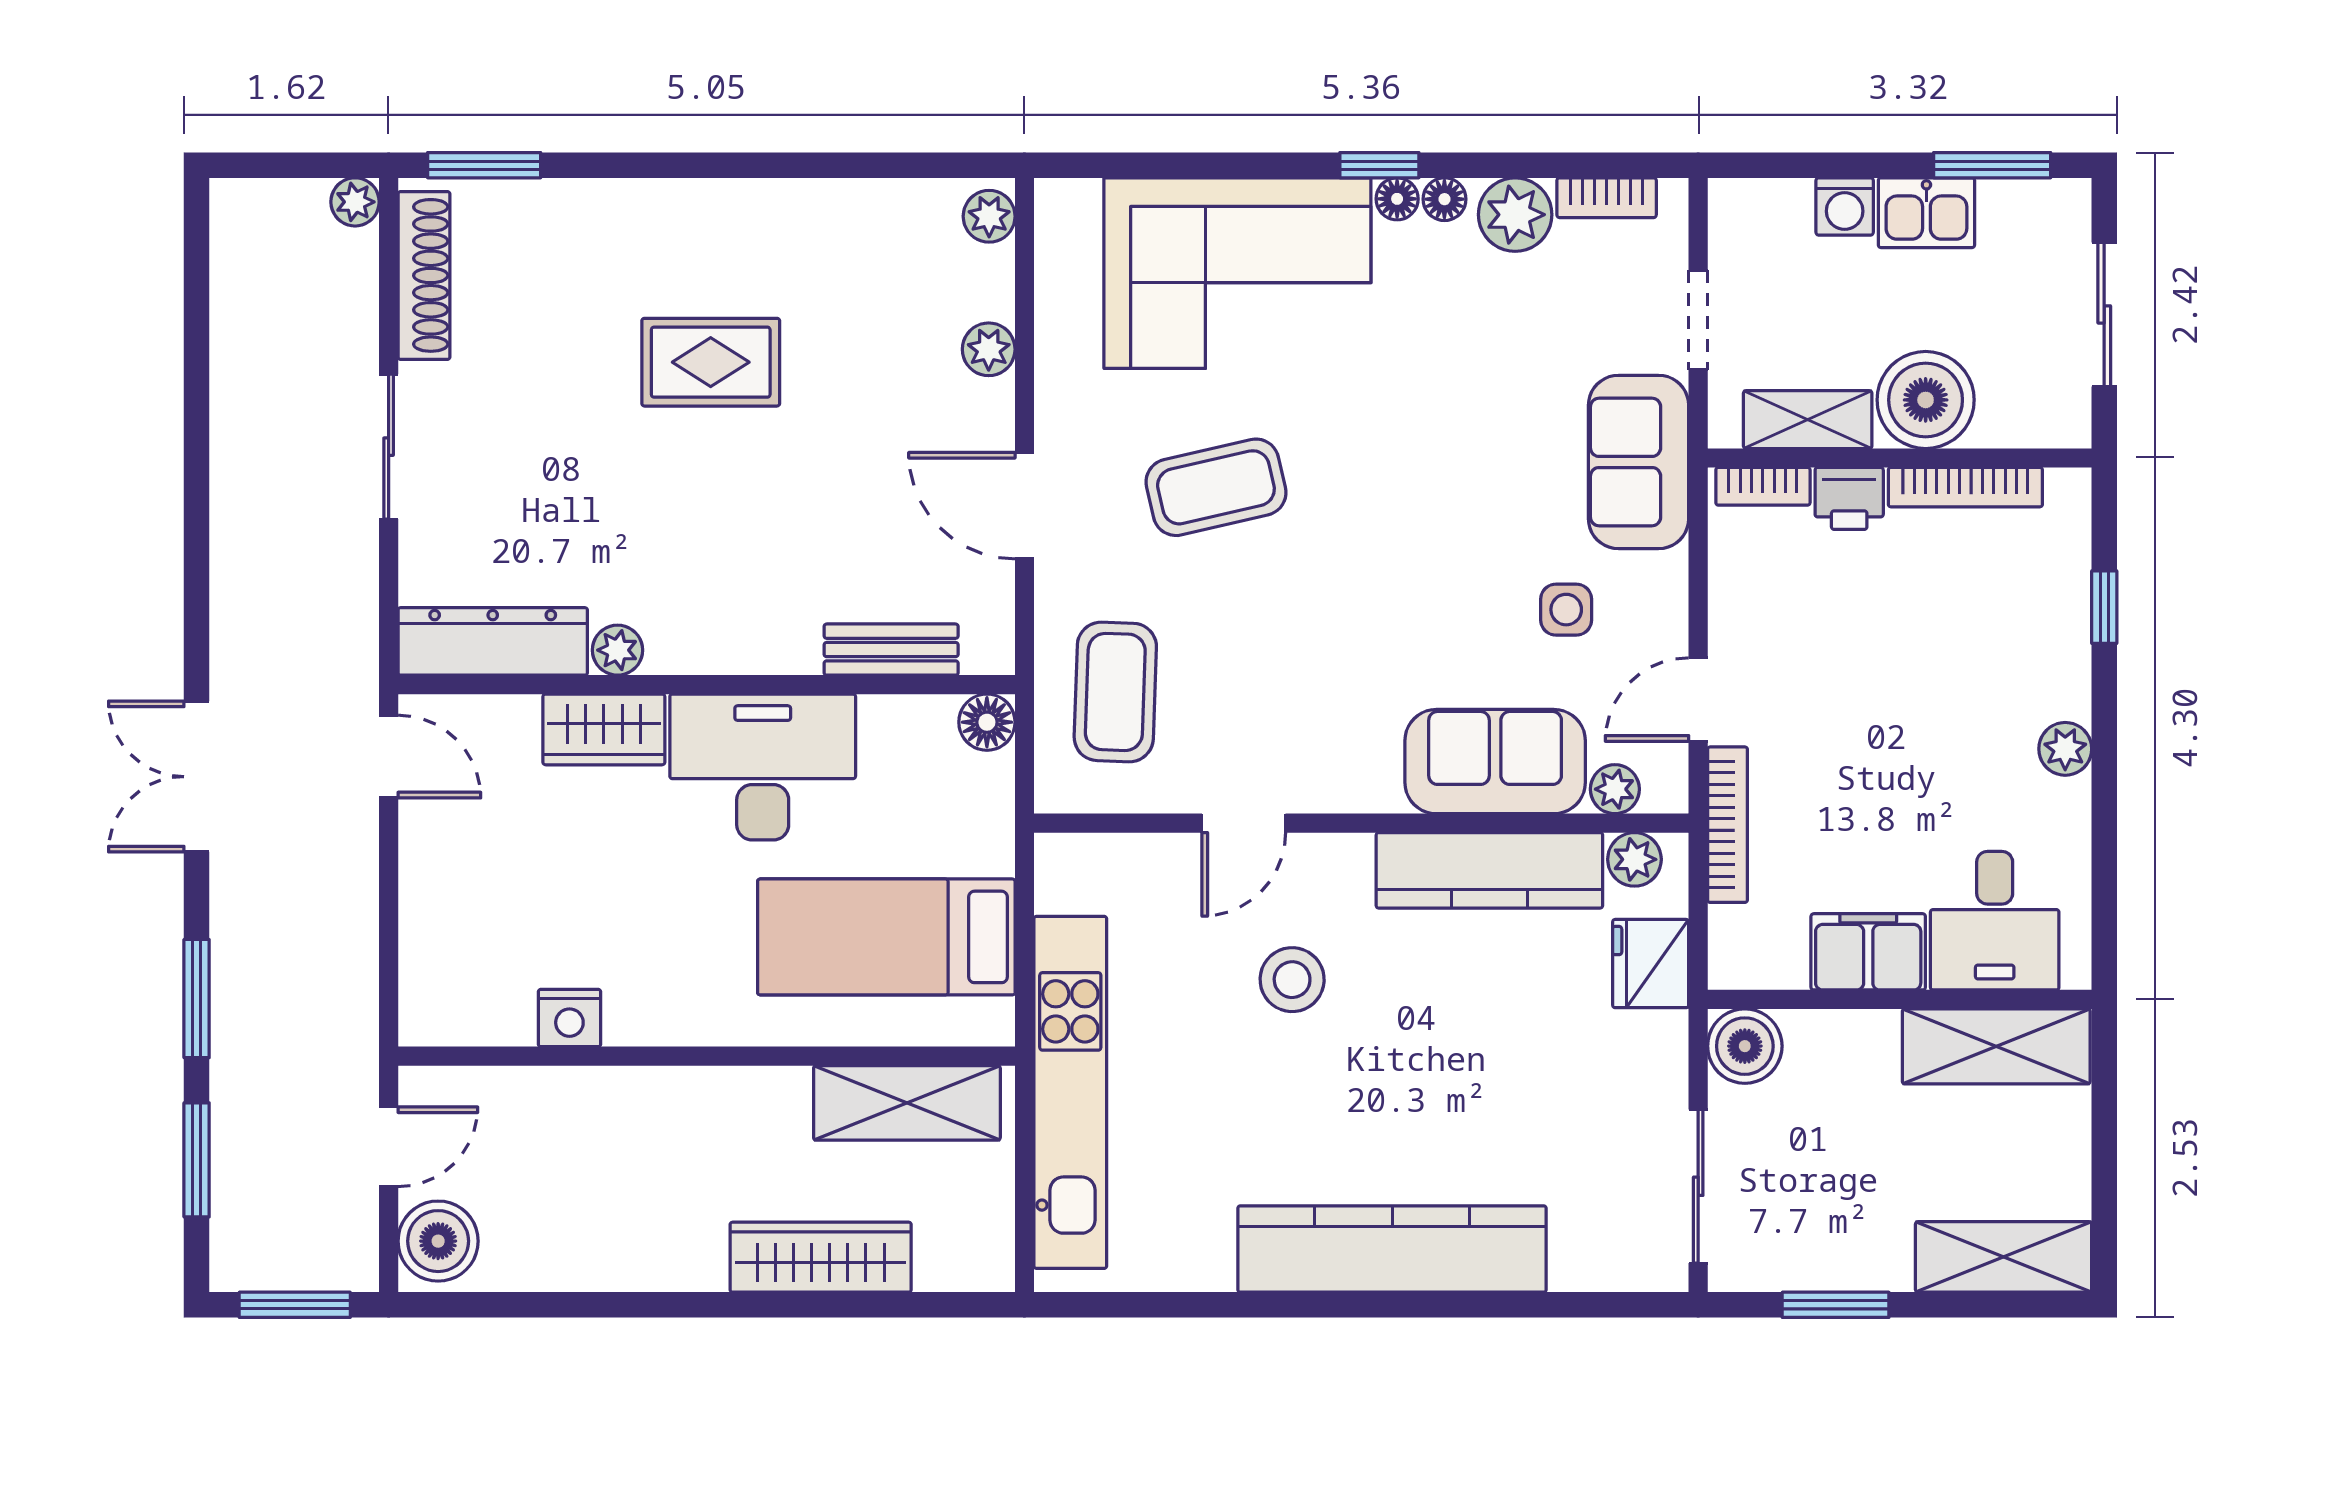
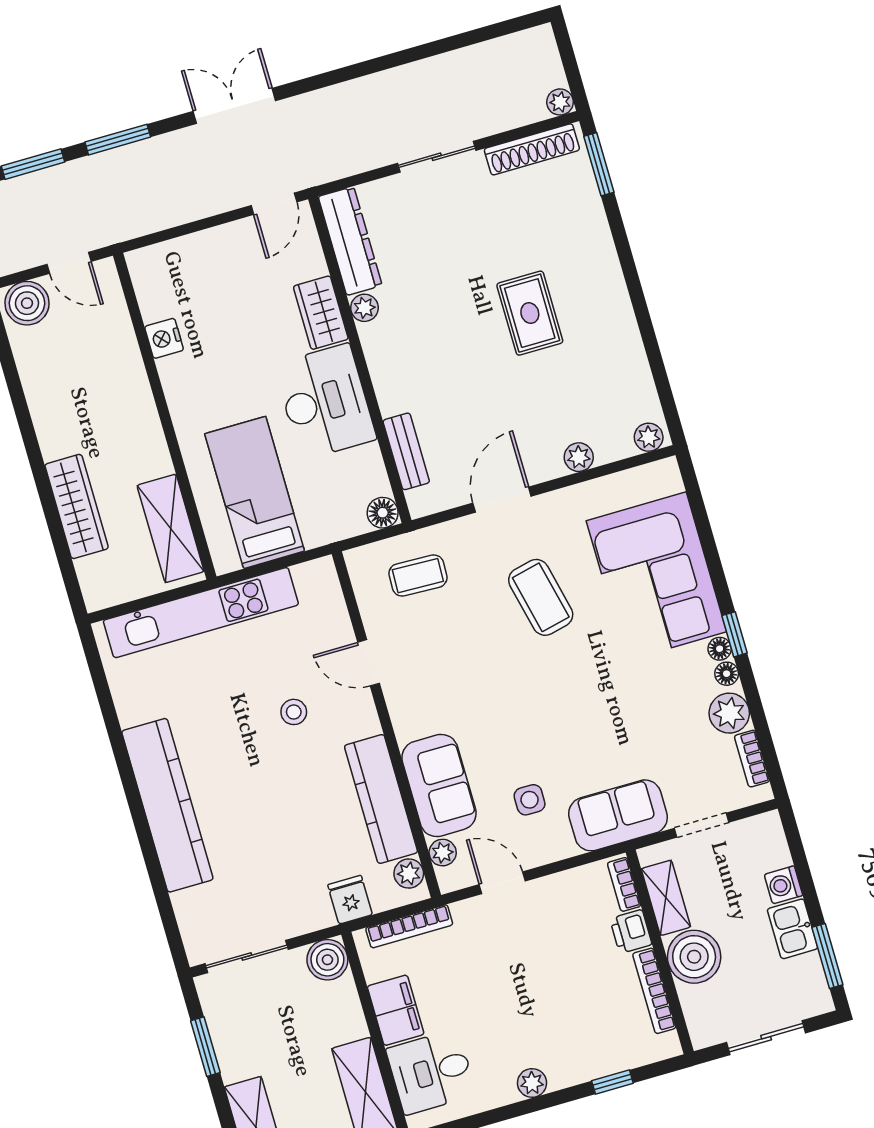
coffee table: (1115, 692) -> (418, 576), width x0.73, depth x0.77
bookcase: (1728, 825) -> (409, 926), moved
fridge: (1651, 964) -> (350, 900), width x0.72
stool: (1292, 980) -> (294, 712), width x0.73, depth x0.73

